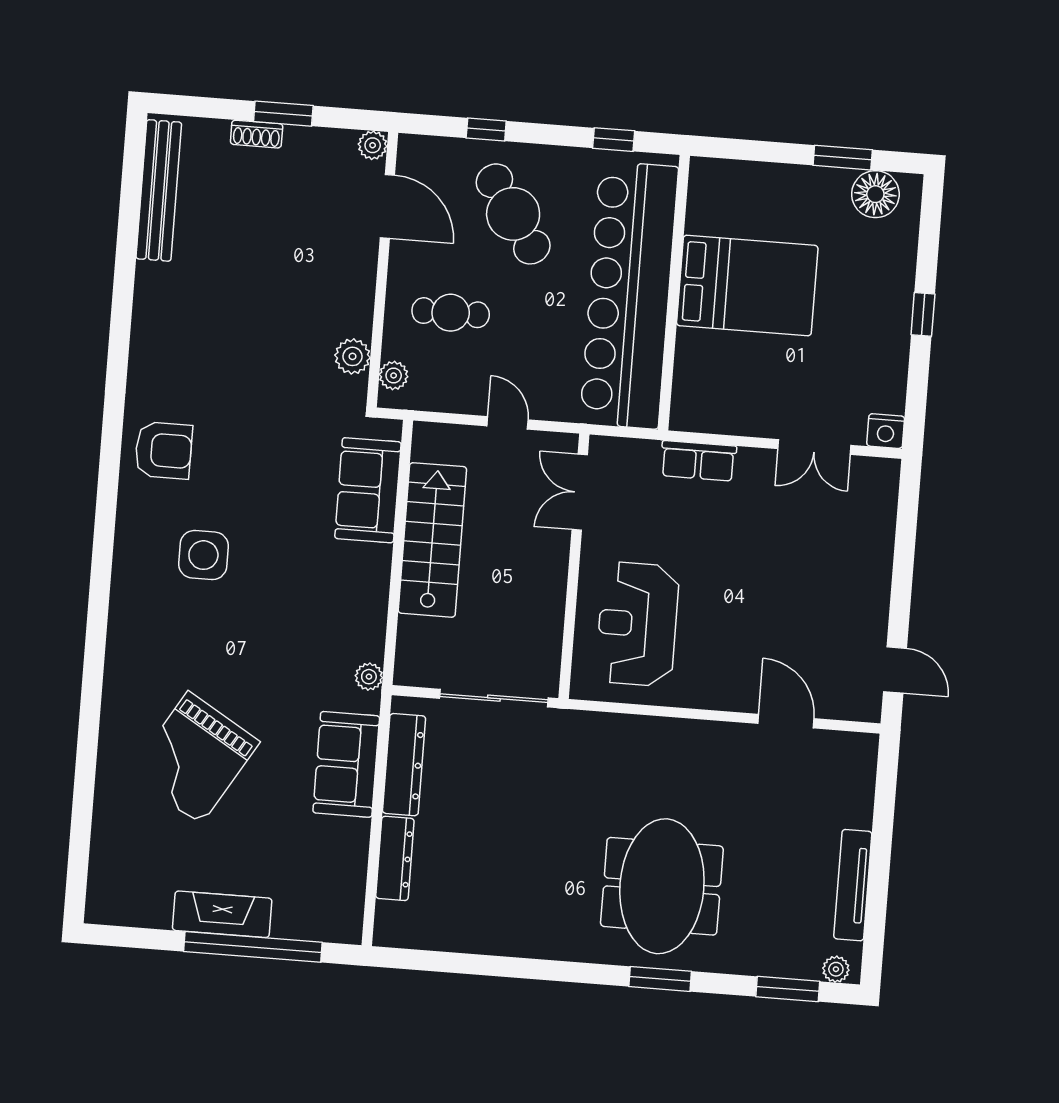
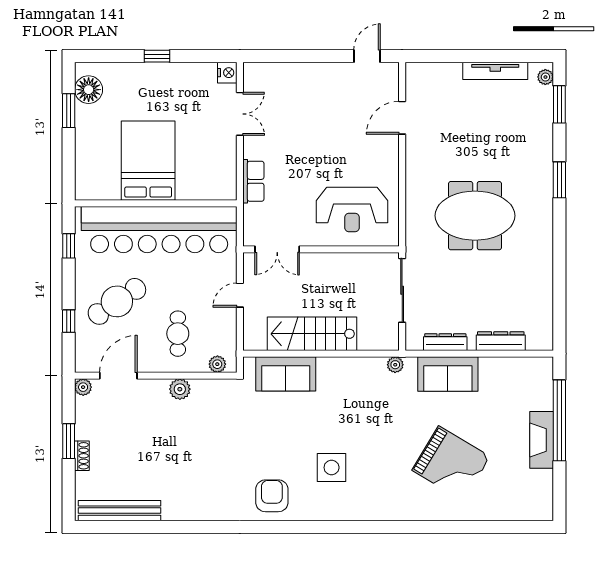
plant: (353, 356) -> (180, 389), moved
dresser: (404, 765) -> (445, 342), width x0.73, depth x0.80
meeting table: (662, 886) -> (475, 216), moved

